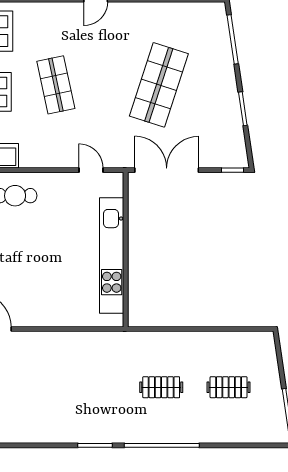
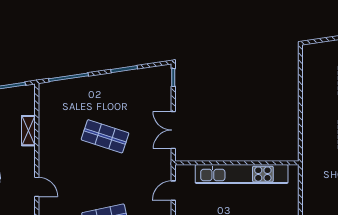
shop shelf: (159, 85) -> (105, 136), width x0.70, depth x0.74
double door: (167, 170) -> (173, 130), width x0.73

